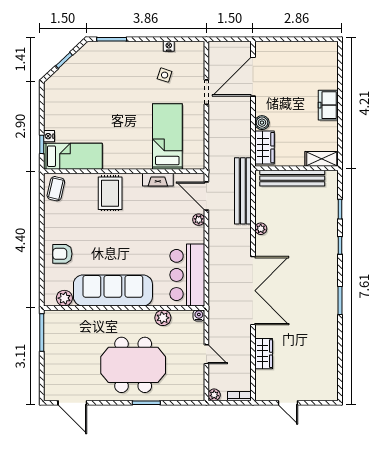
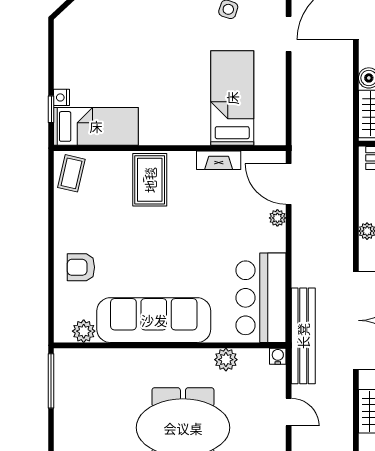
bench: (243, 191) -> (303, 336), moved

